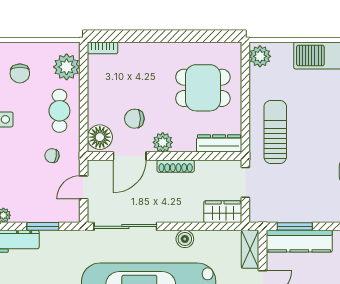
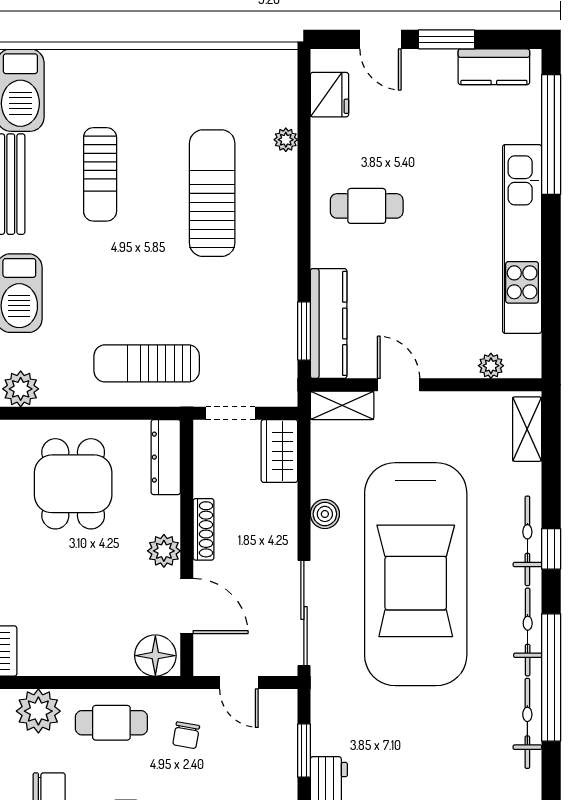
chair: (134, 119) -> (125, 598), removed

